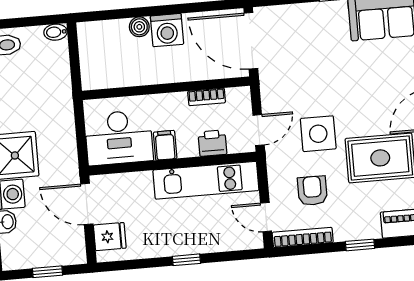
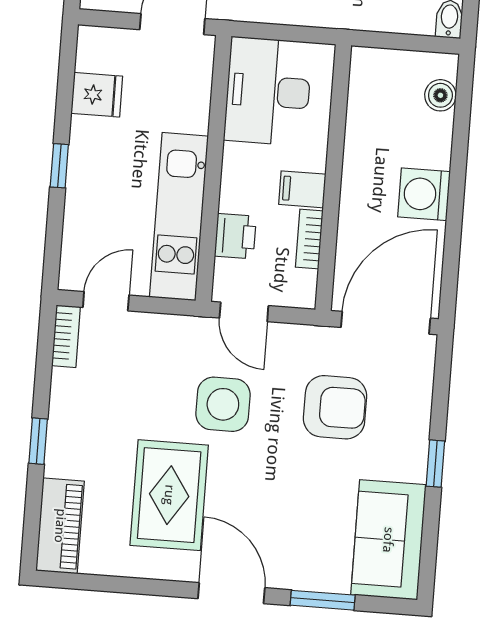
boiler: (139, 27) -> (440, 95), moved
filing cabinet: (165, 145) -> (302, 189), moved, turned 180
armchair: (312, 191) -> (335, 407), moved, width x1.38, depth x1.38
fridge: (110, 237) -> (97, 95), moved, turned -90
bookcase: (303, 237) -> (66, 336), width x0.64

